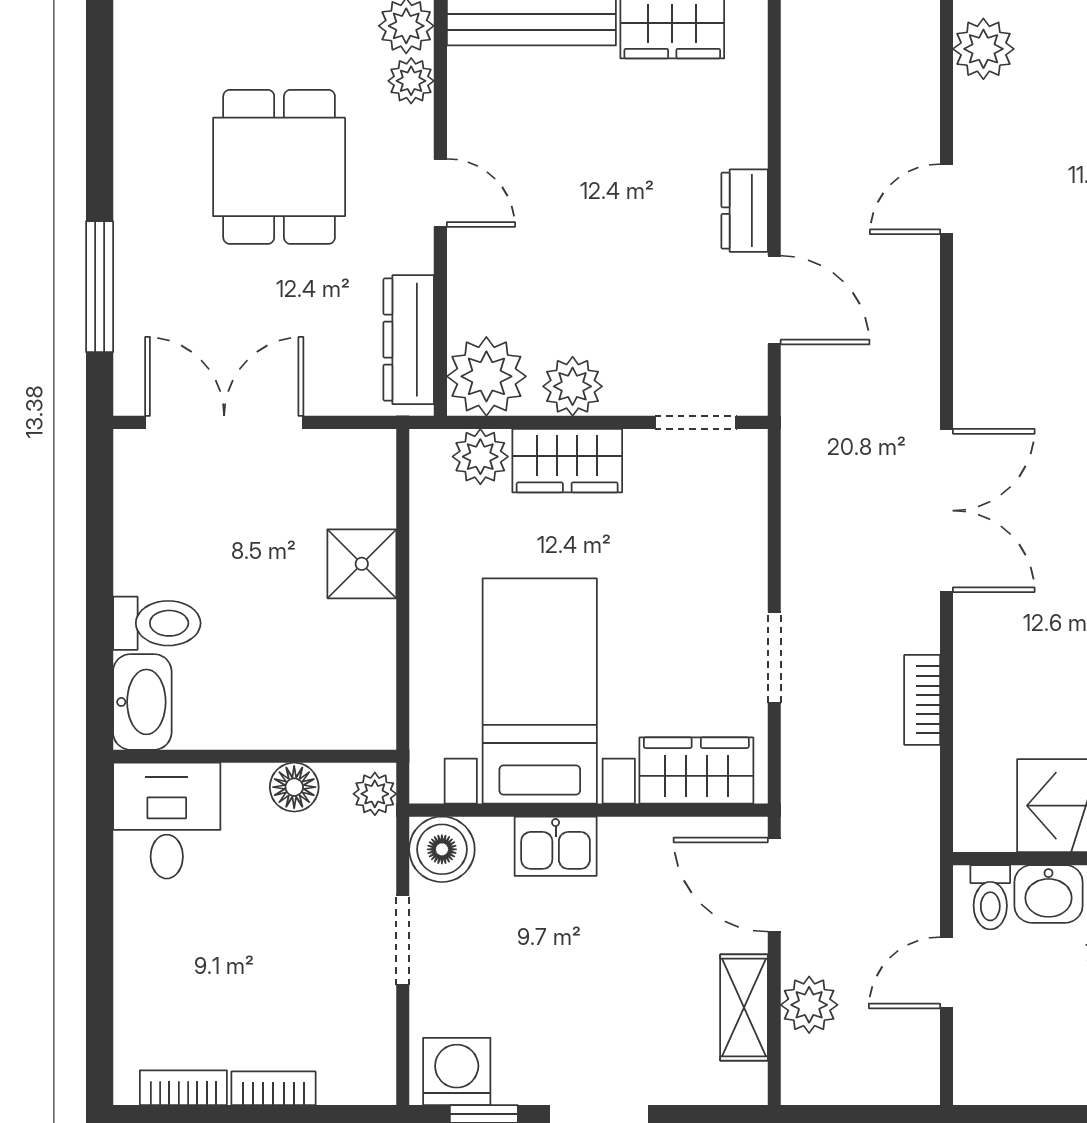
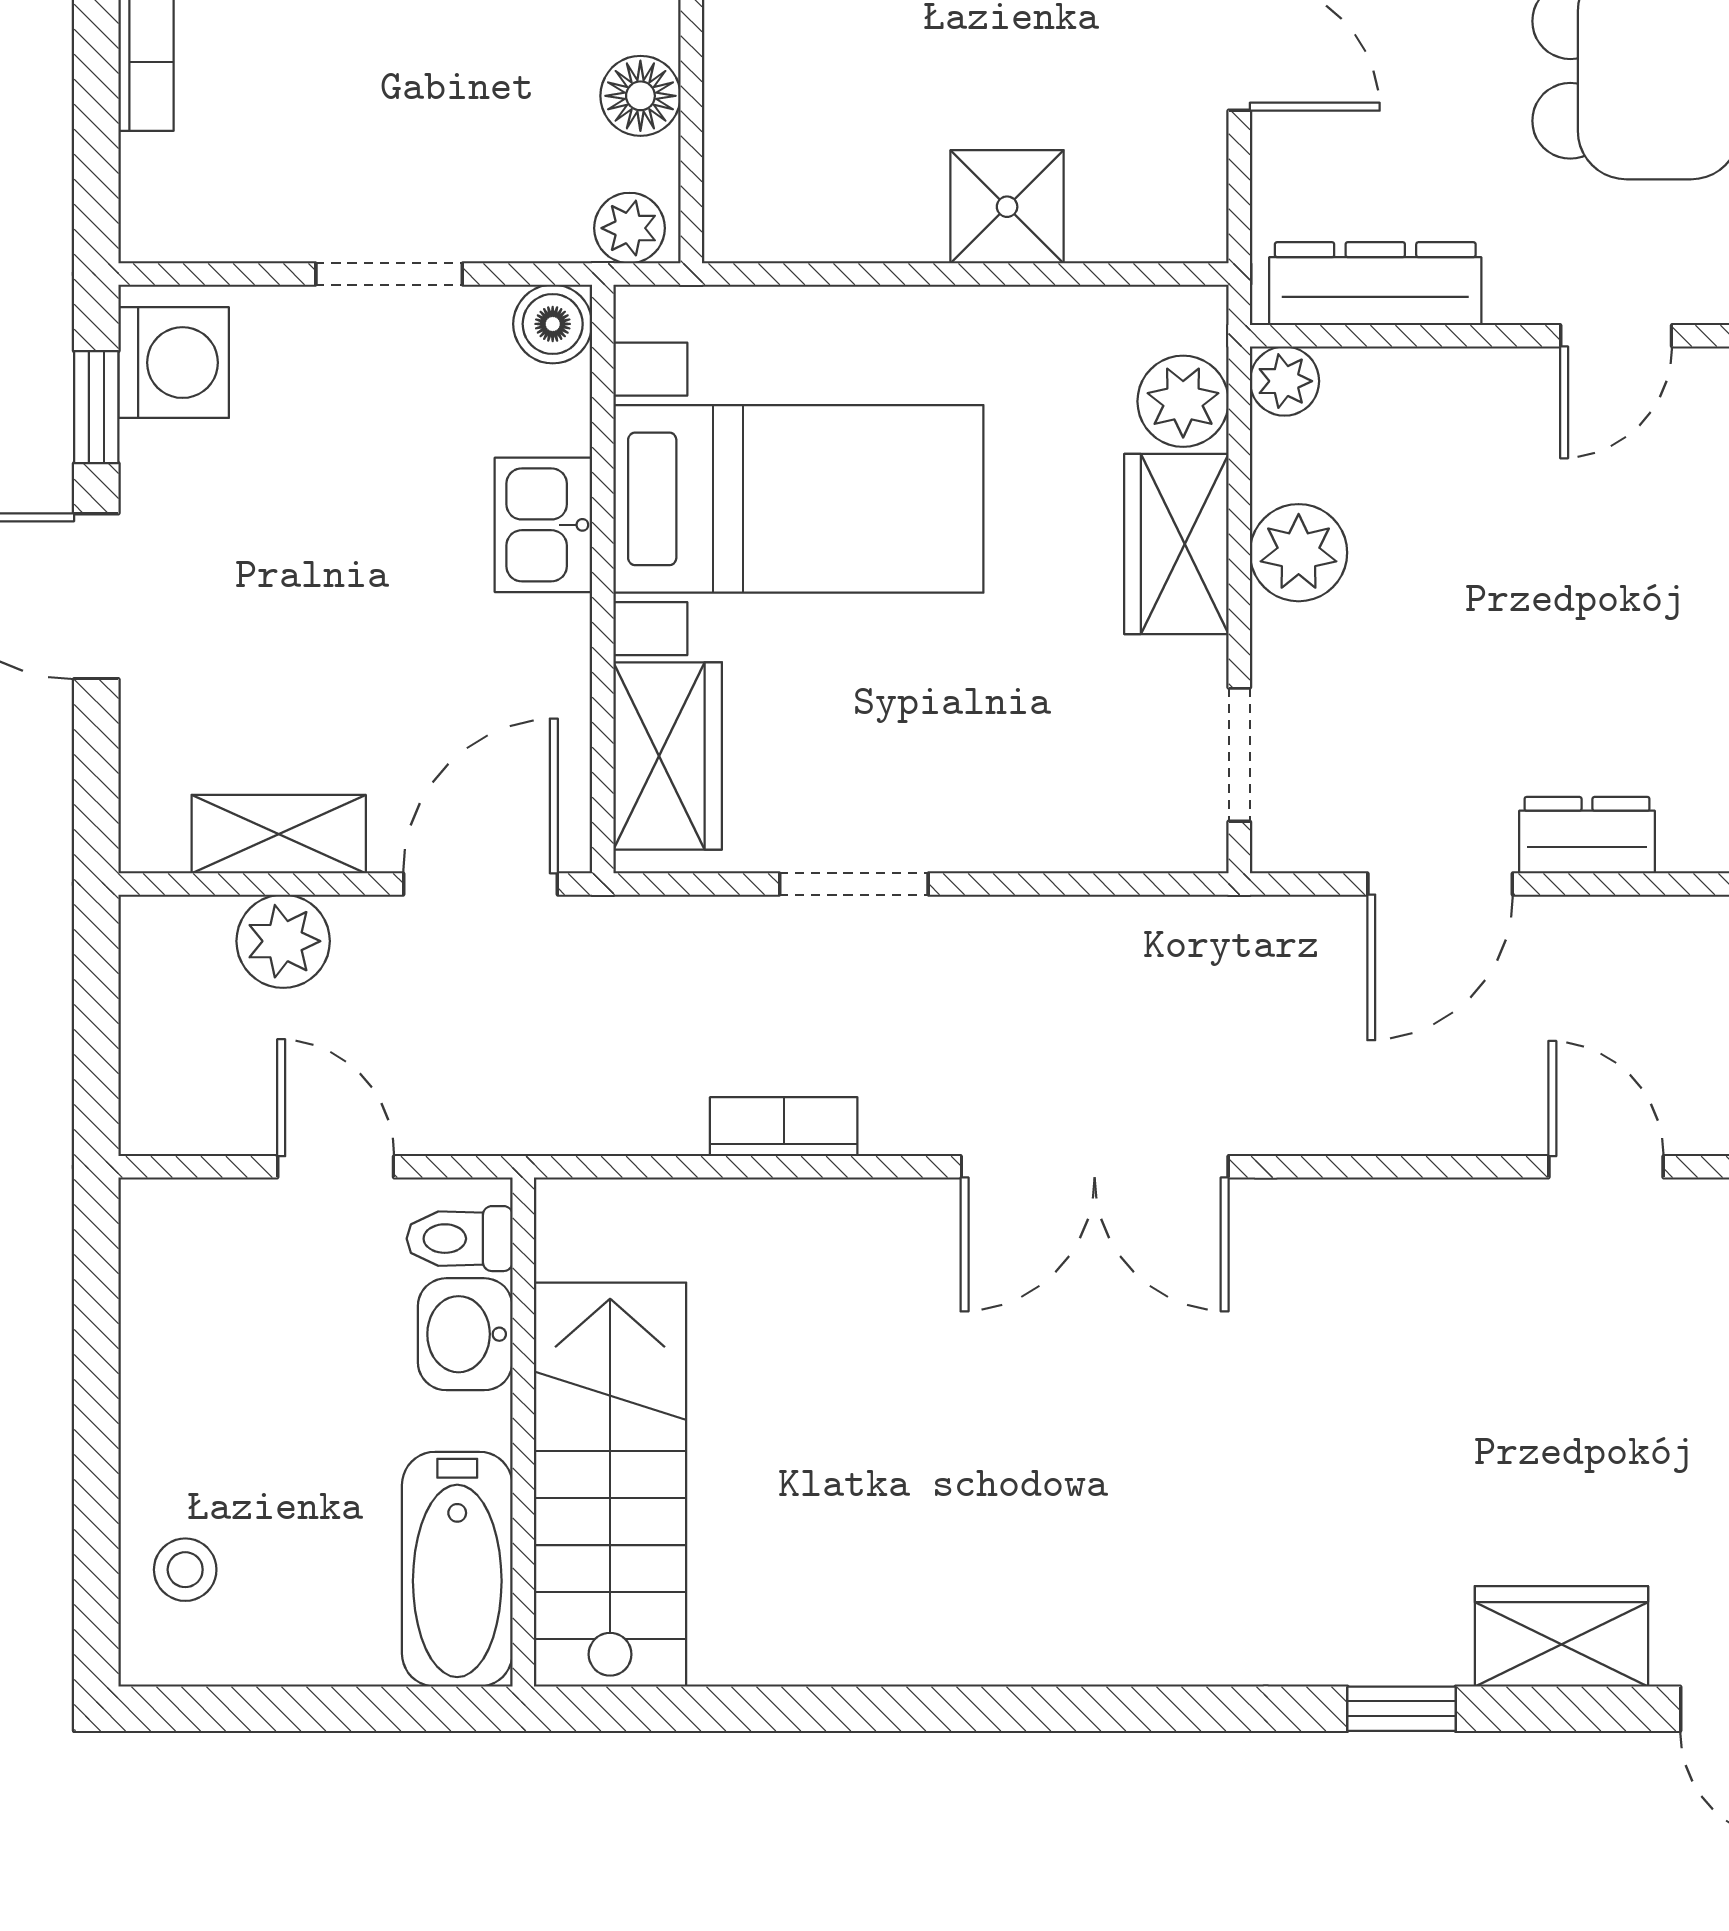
plant: (486, 376) -> (1285, 381), width x0.53, depth x0.53
boiler: (442, 849) -> (553, 324), width x0.73, depth x0.73

